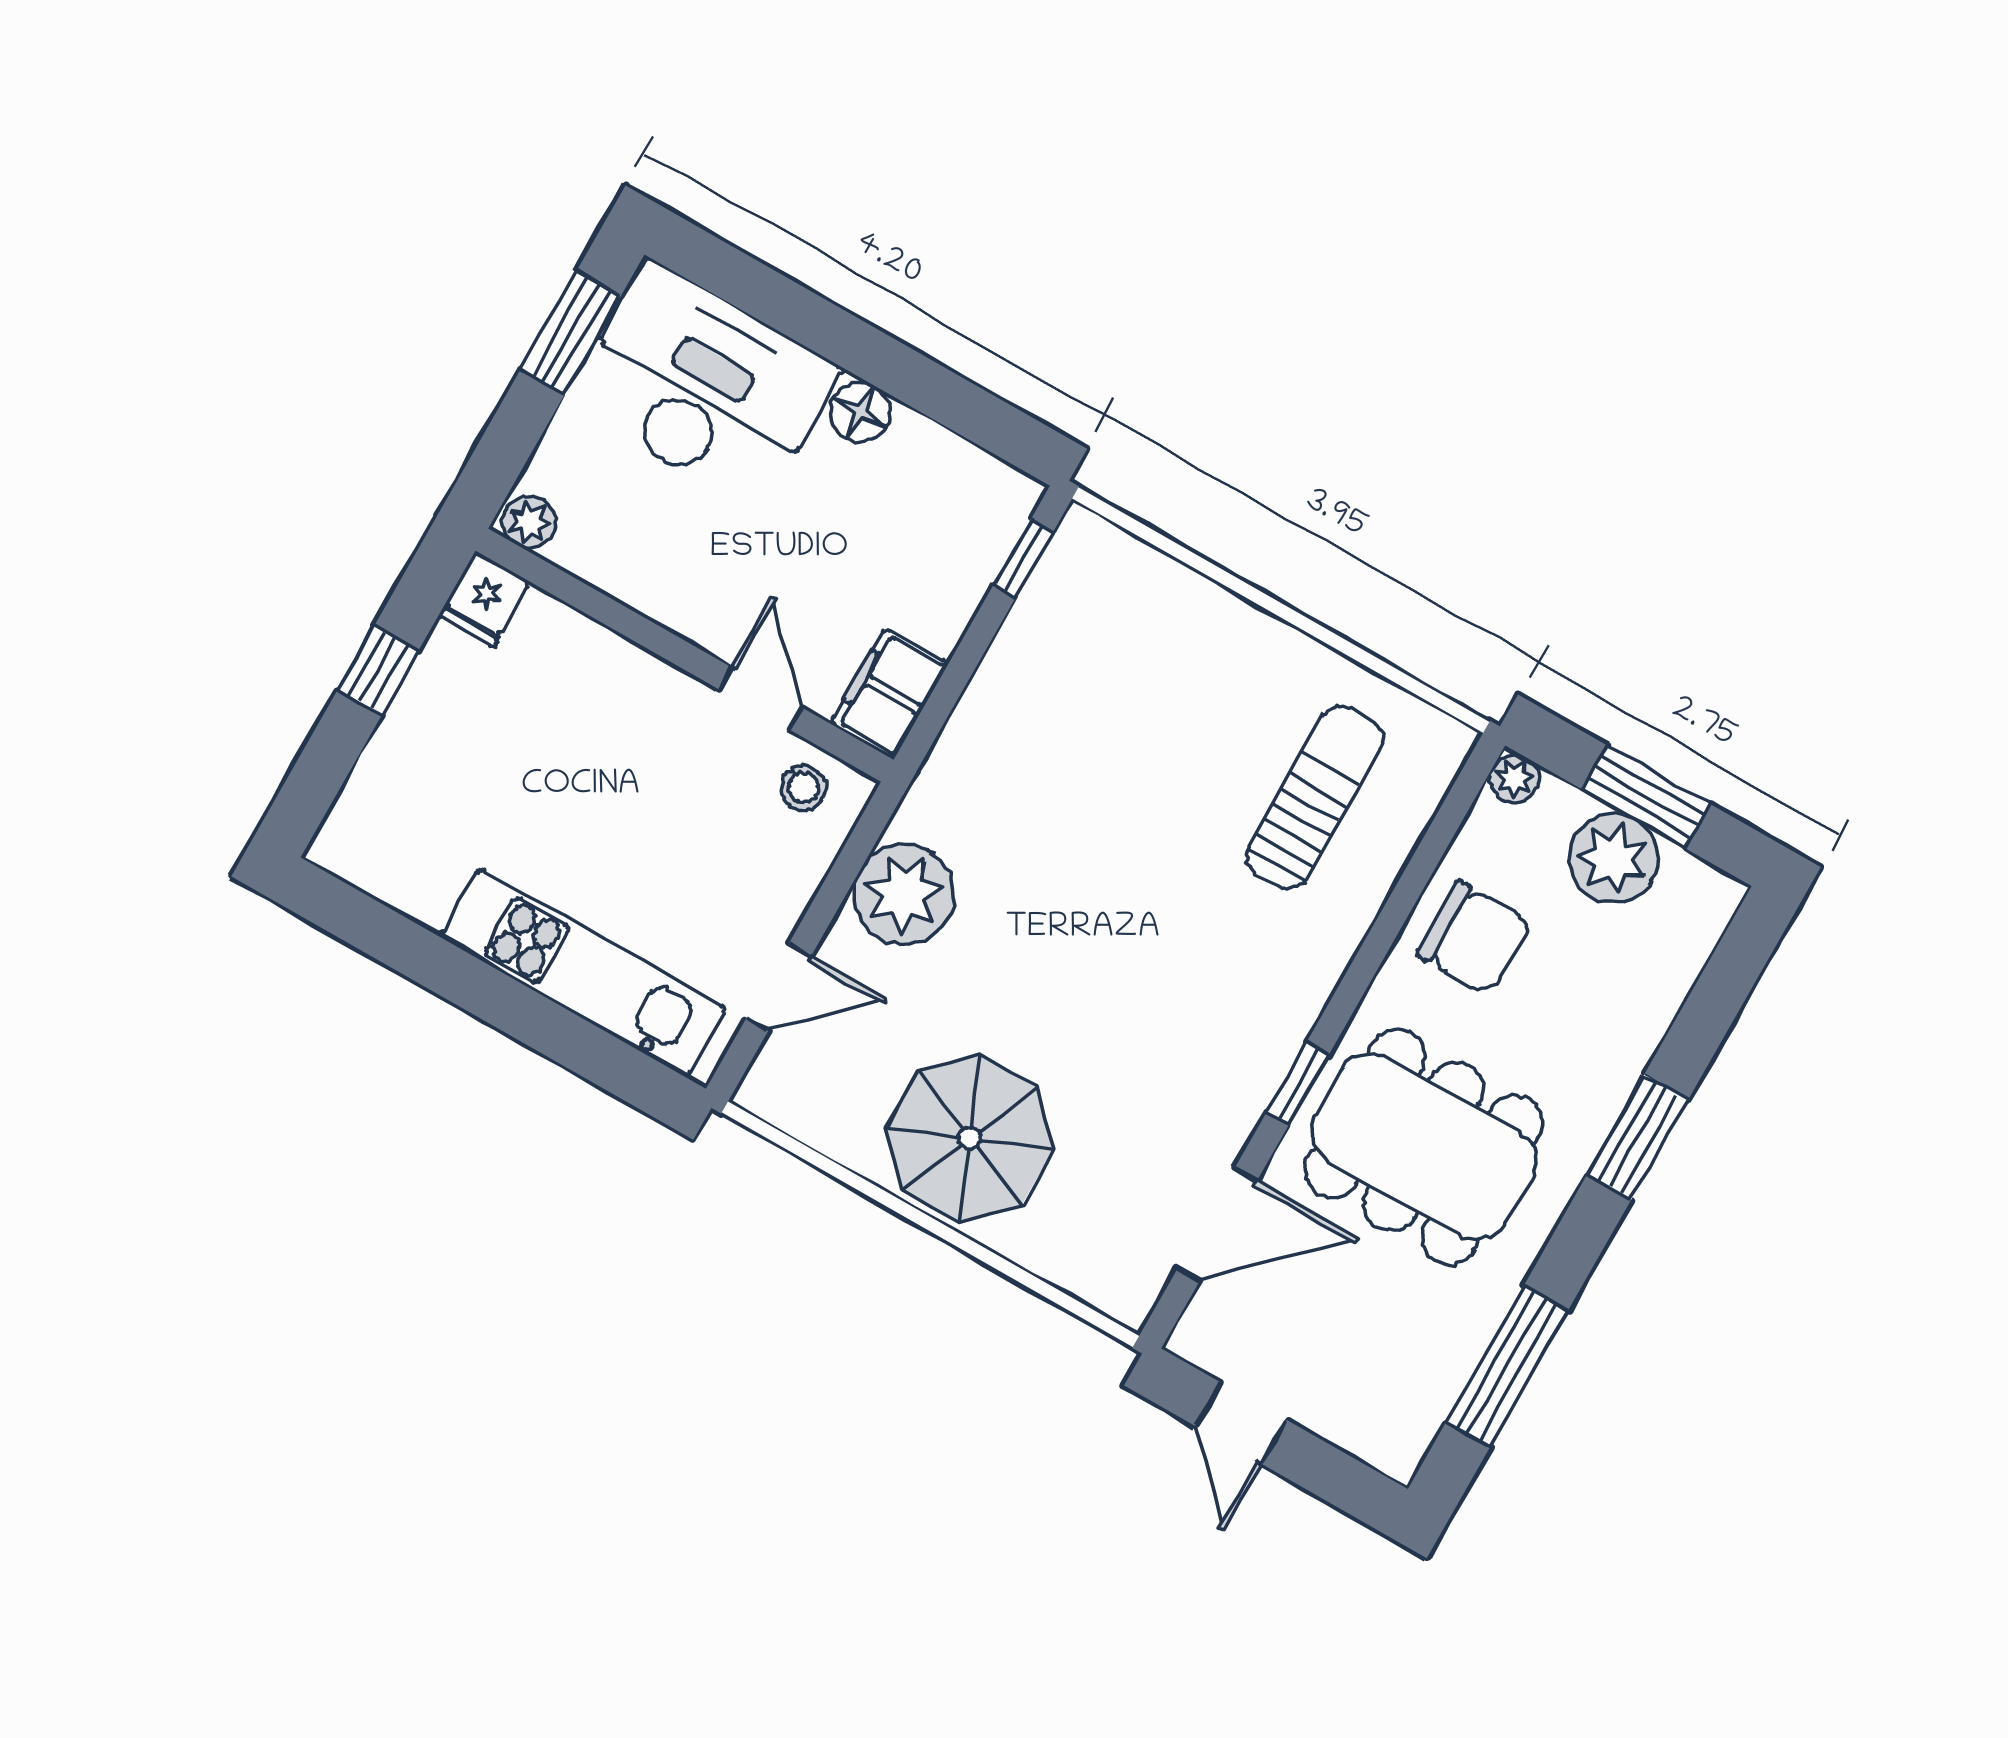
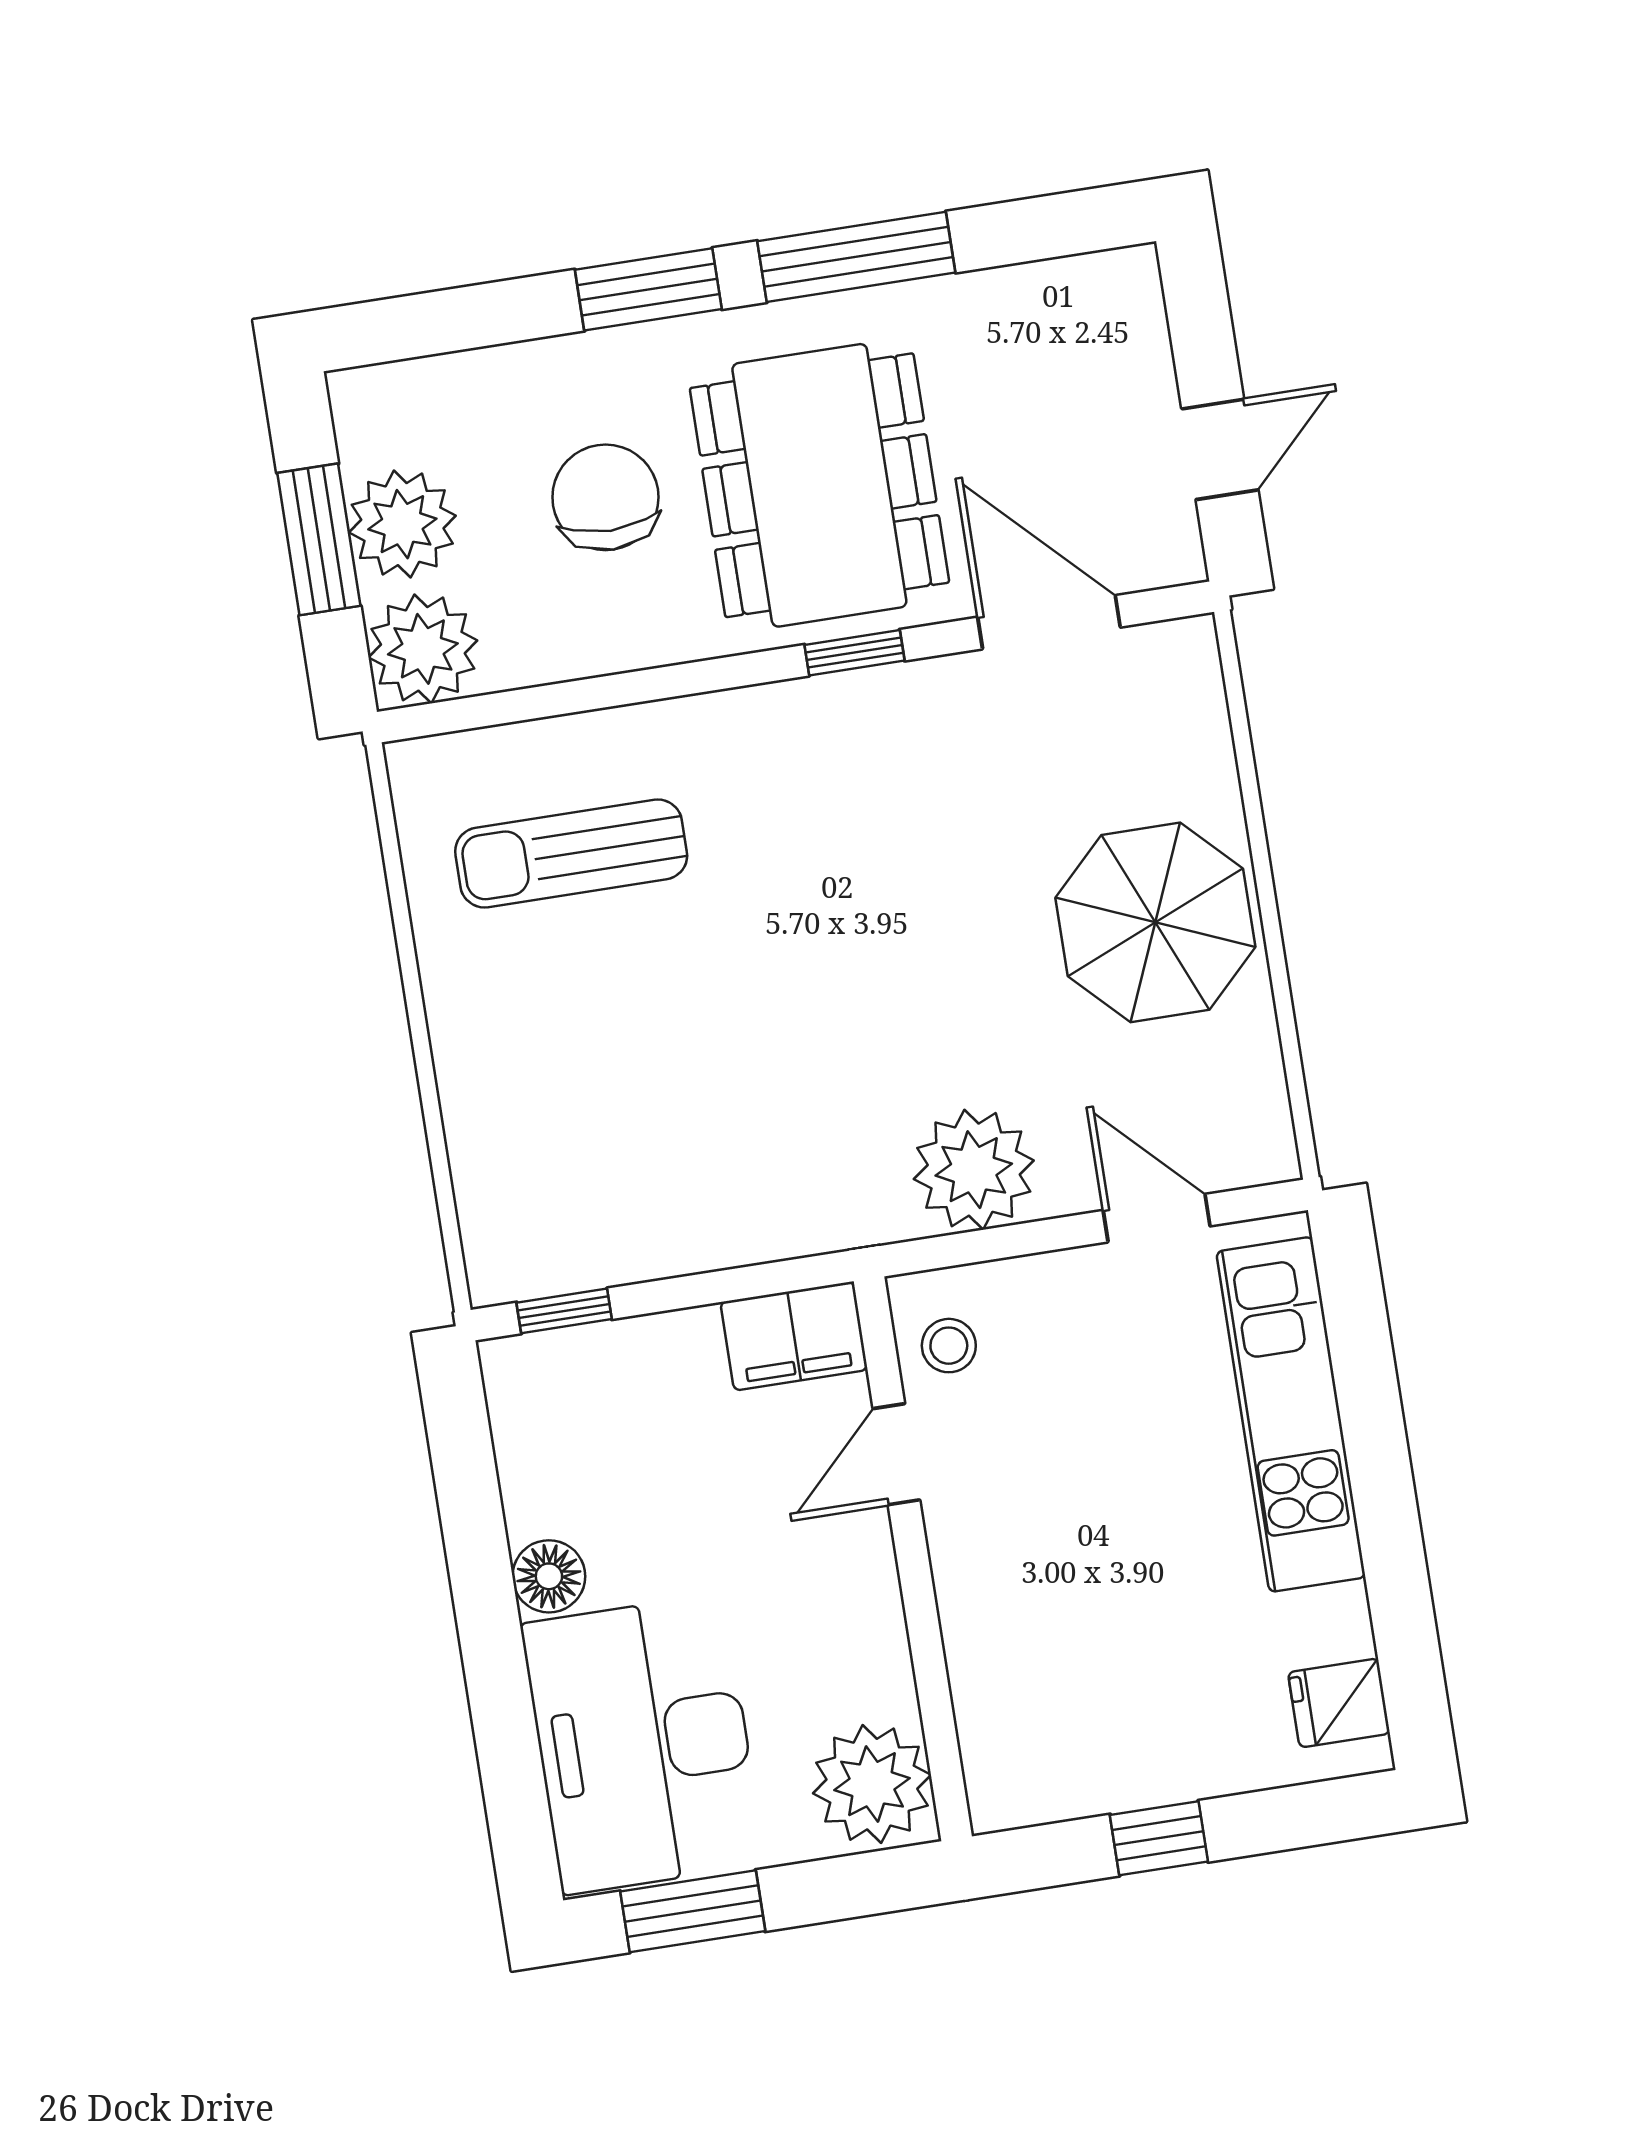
plant: (529, 522) -> (872, 1784), width x1.88, depth x1.88
fridge: (484, 599) -> (1339, 1703), moved, turned 180
plant: (1514, 778) -> (423, 649), width x1.88, depth x1.88
chair: (1474, 938) -> (605, 497), moved
window: (1507, 1366) -> (856, 257), moved

